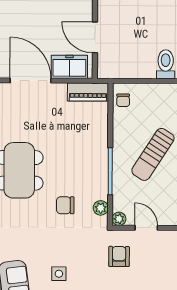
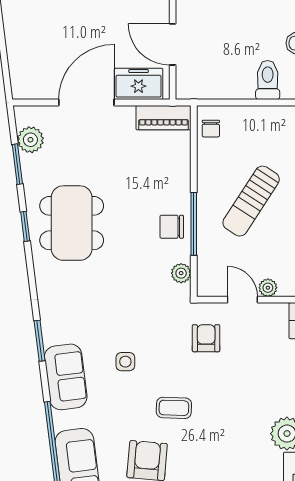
door: (30, 81) -> (86, 103), hinge flipped
chair: (65, 205) -> (172, 227), moved
plant: (119, 219) -> (268, 288), moved

